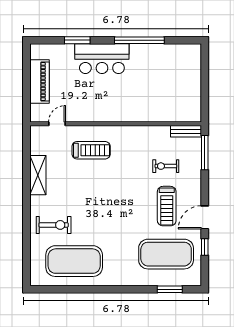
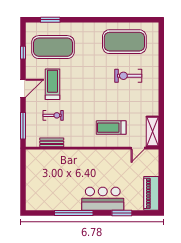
piano: (40, 81) -> (151, 193), moved
bench: (186, 131) -> (52, 142), moved
shelving: (38, 175) -> (152, 132), moved
door: (205, 217) -> (23, 88), moved
exercise bike: (54, 225) -> (128, 76), moved

